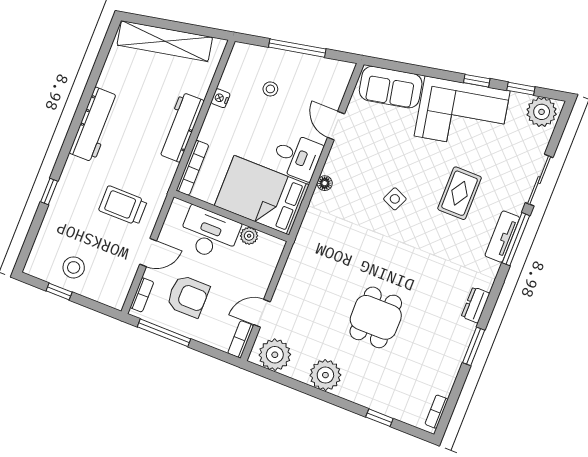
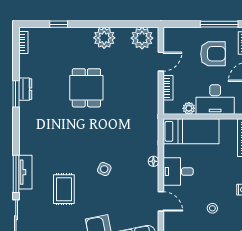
bed: (262, 195) -> (191, 131), width x0.67
armchair: (188, 296) -> (213, 54), turned 180
dresser: (476, 305) -> (25, 89), moved
bookcase: (241, 339) -> (168, 88), moved

